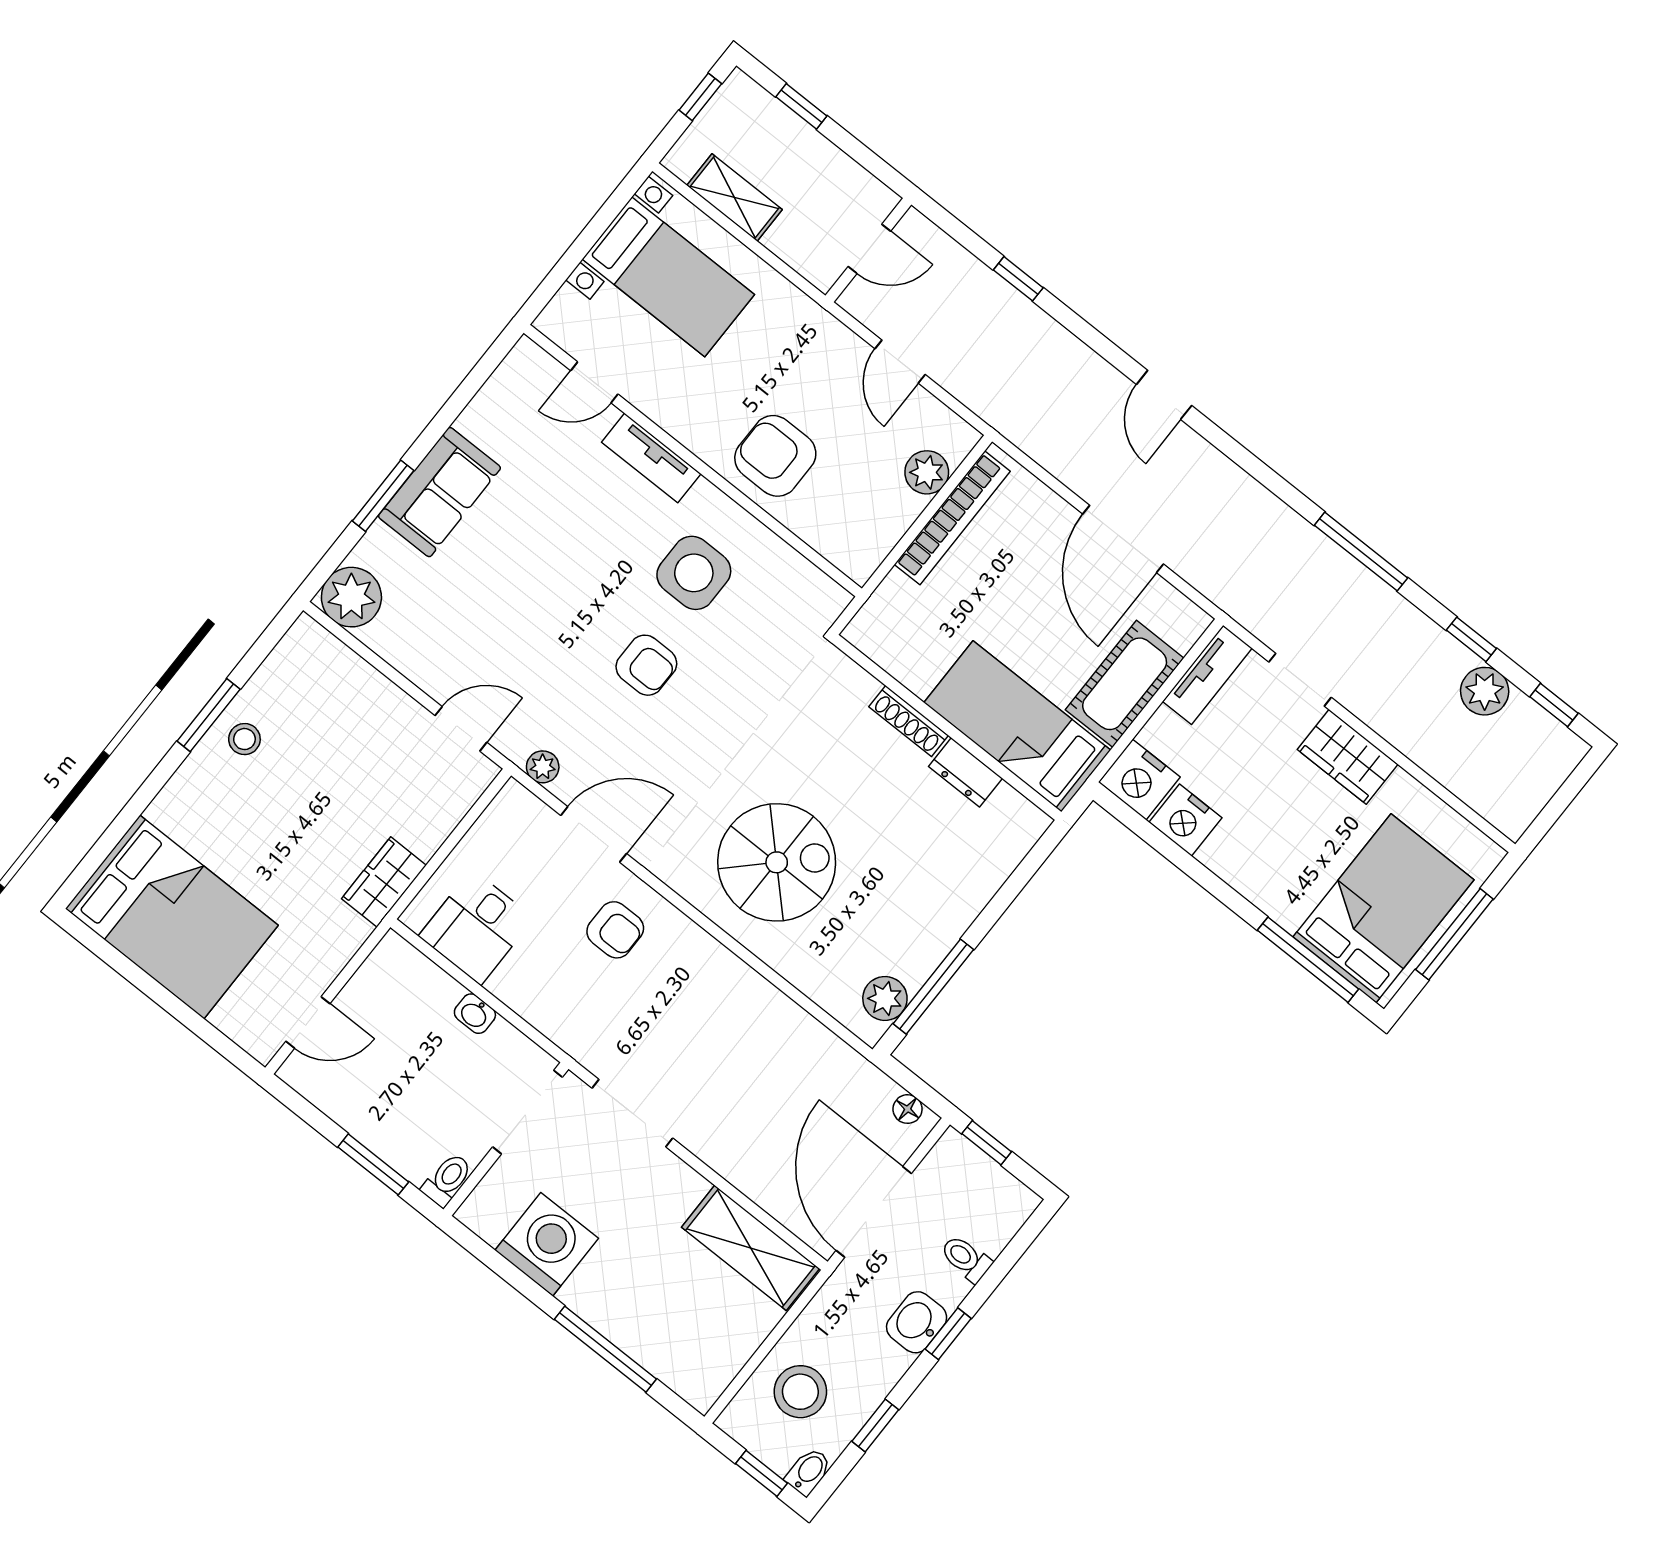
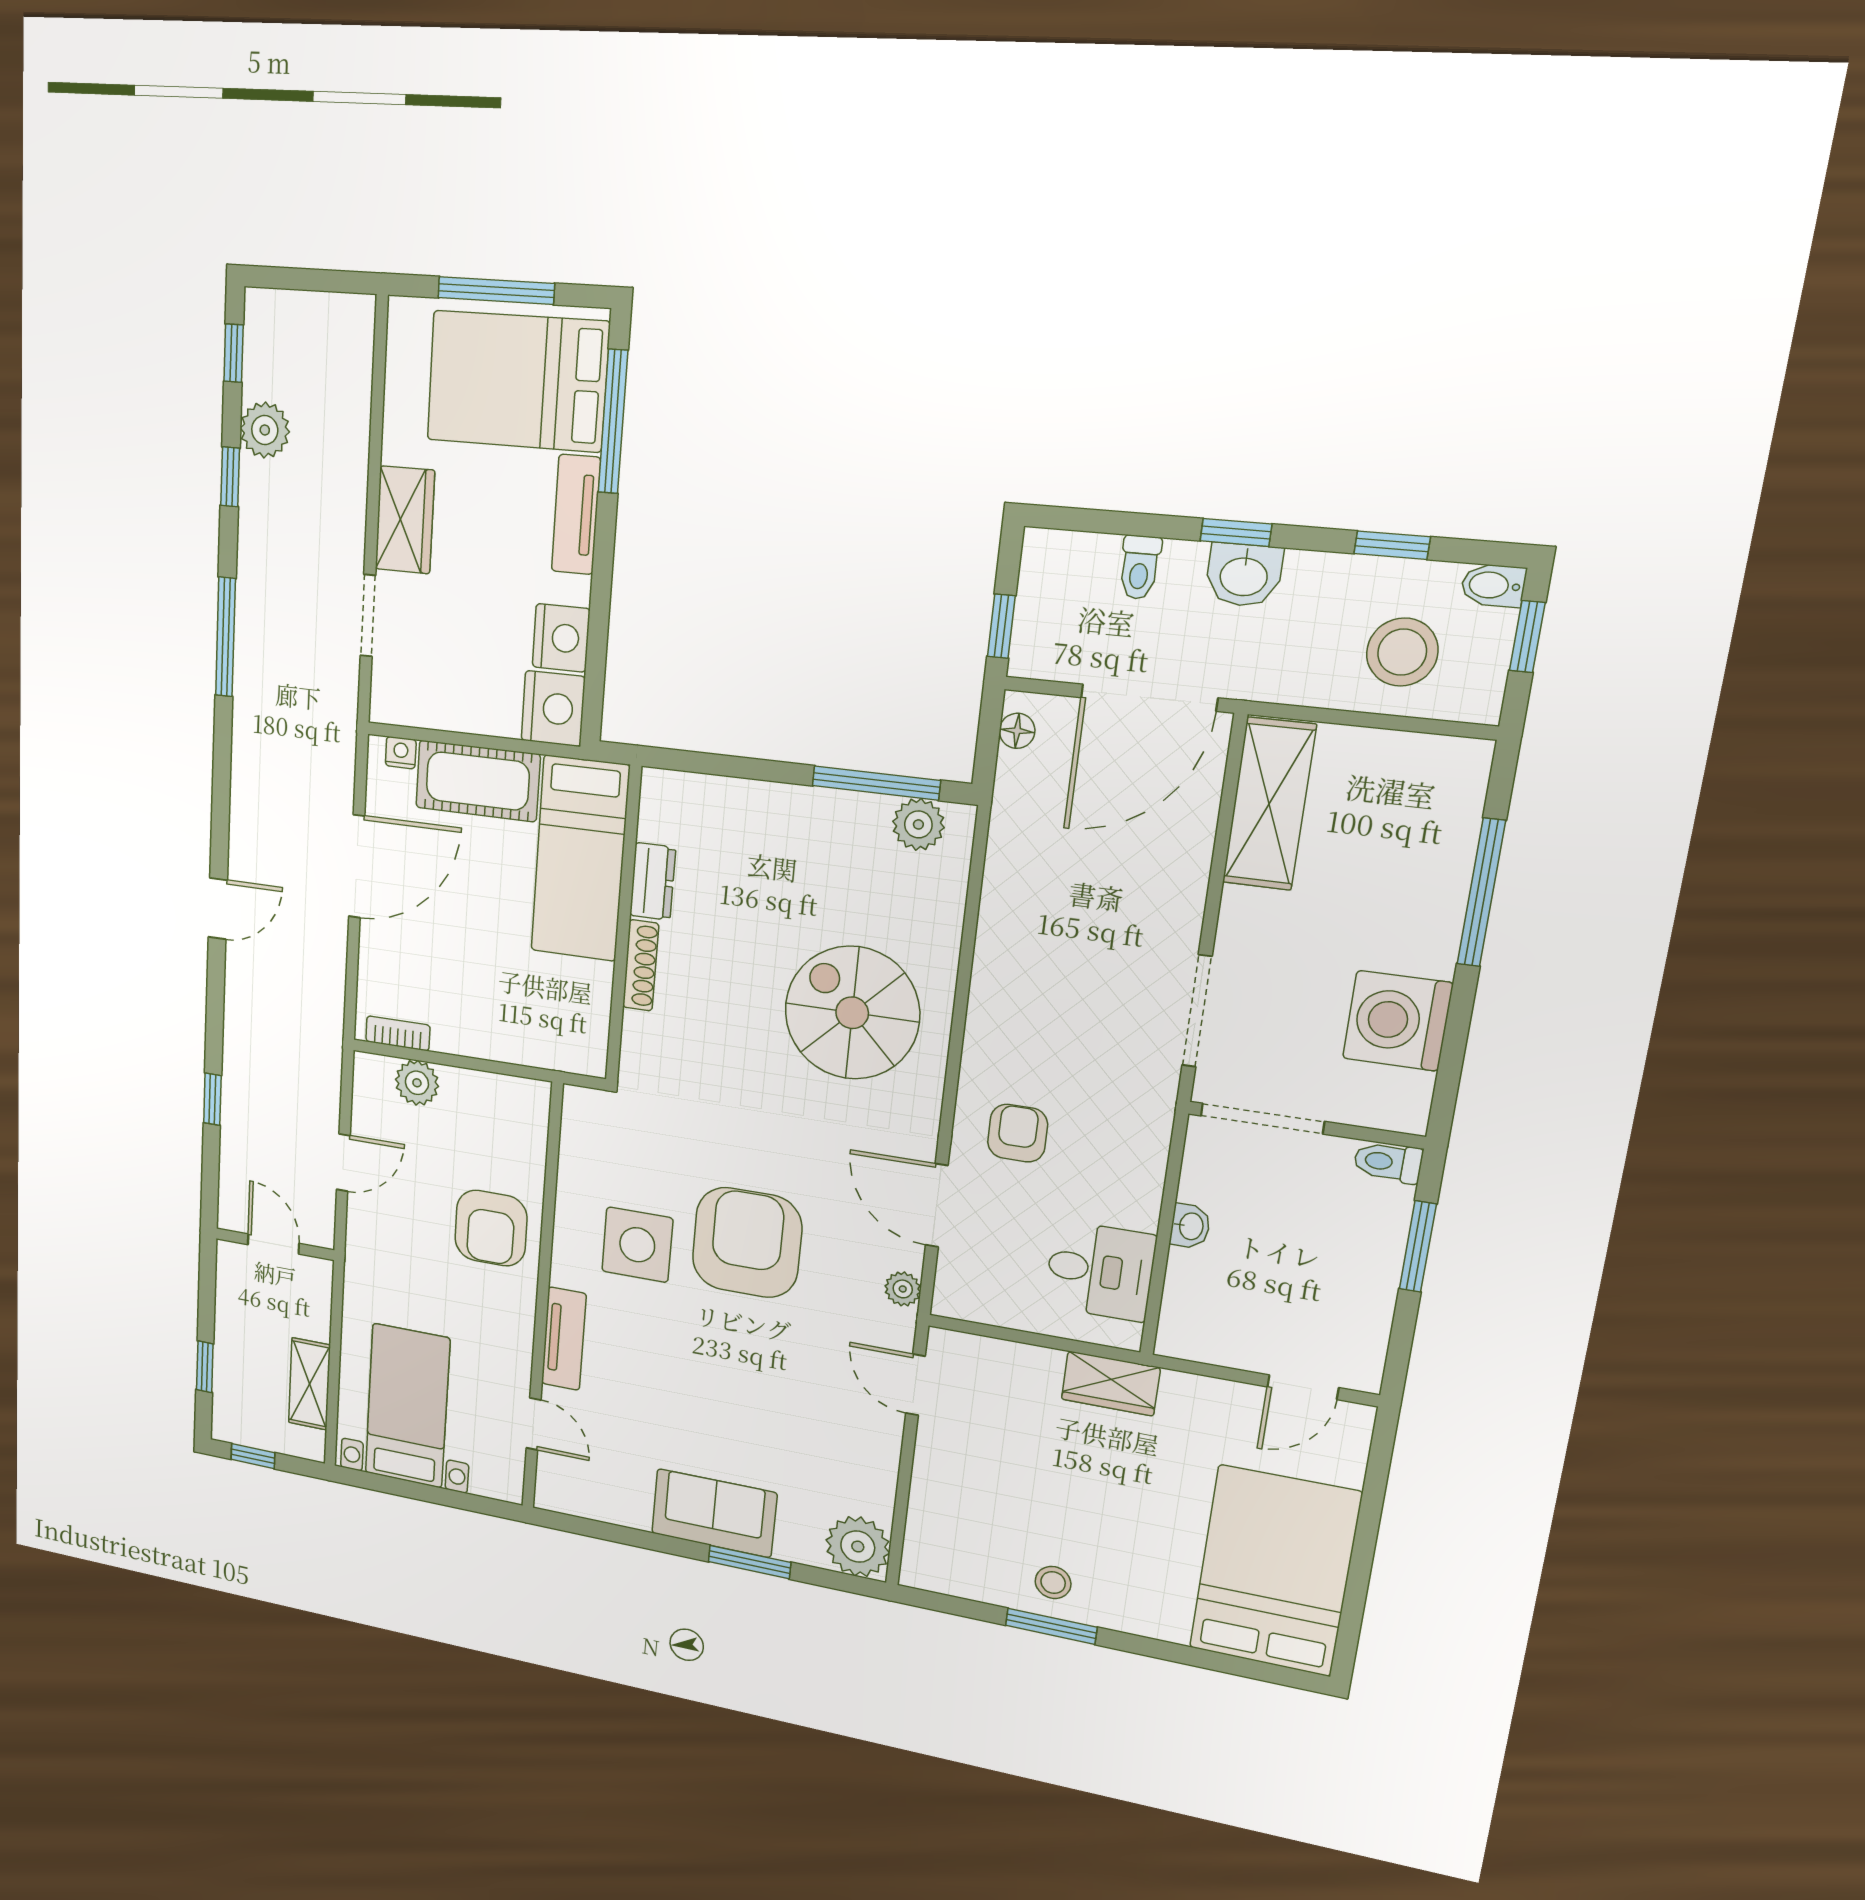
bookcase: (952, 518) -> (398, 1033), width x0.43, depth x0.76
nightstand: (1184, 636) -> (401, 753), added
armchair: (646, 665) -> (747, 1243), width x1.88, depth x1.88
tv unit: (1207, 675) -> (576, 515), moved, turned -90
door: (308, 1022) -> (1303, 1387), swing flipped

